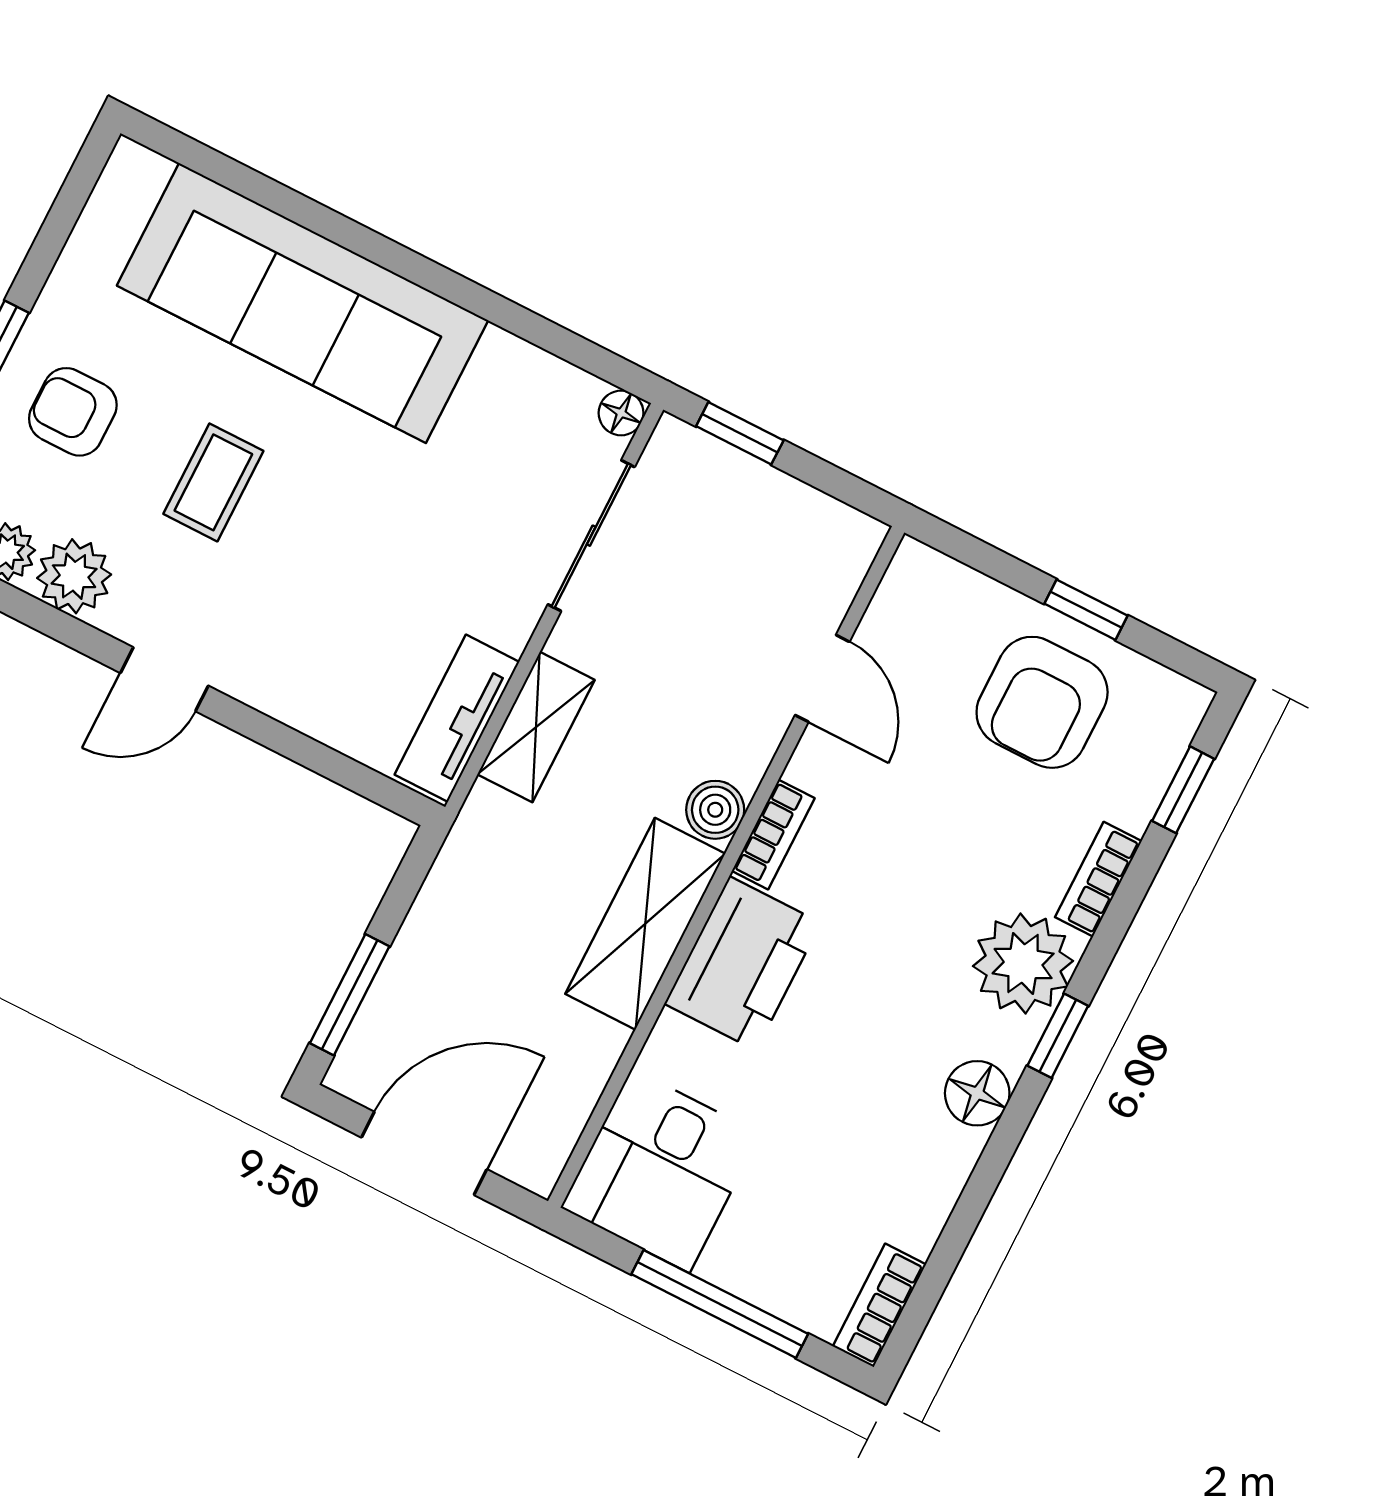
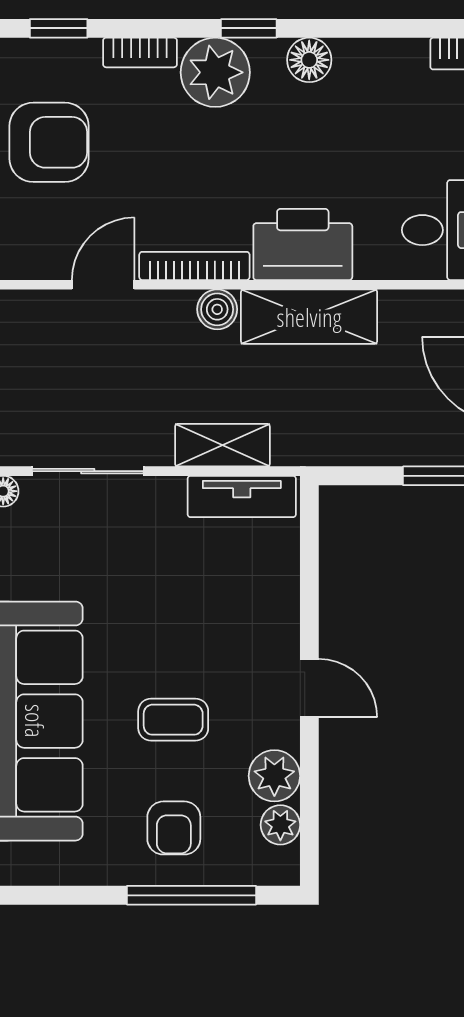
bookcase: (773, 835) -> (194, 266), width x1.56

